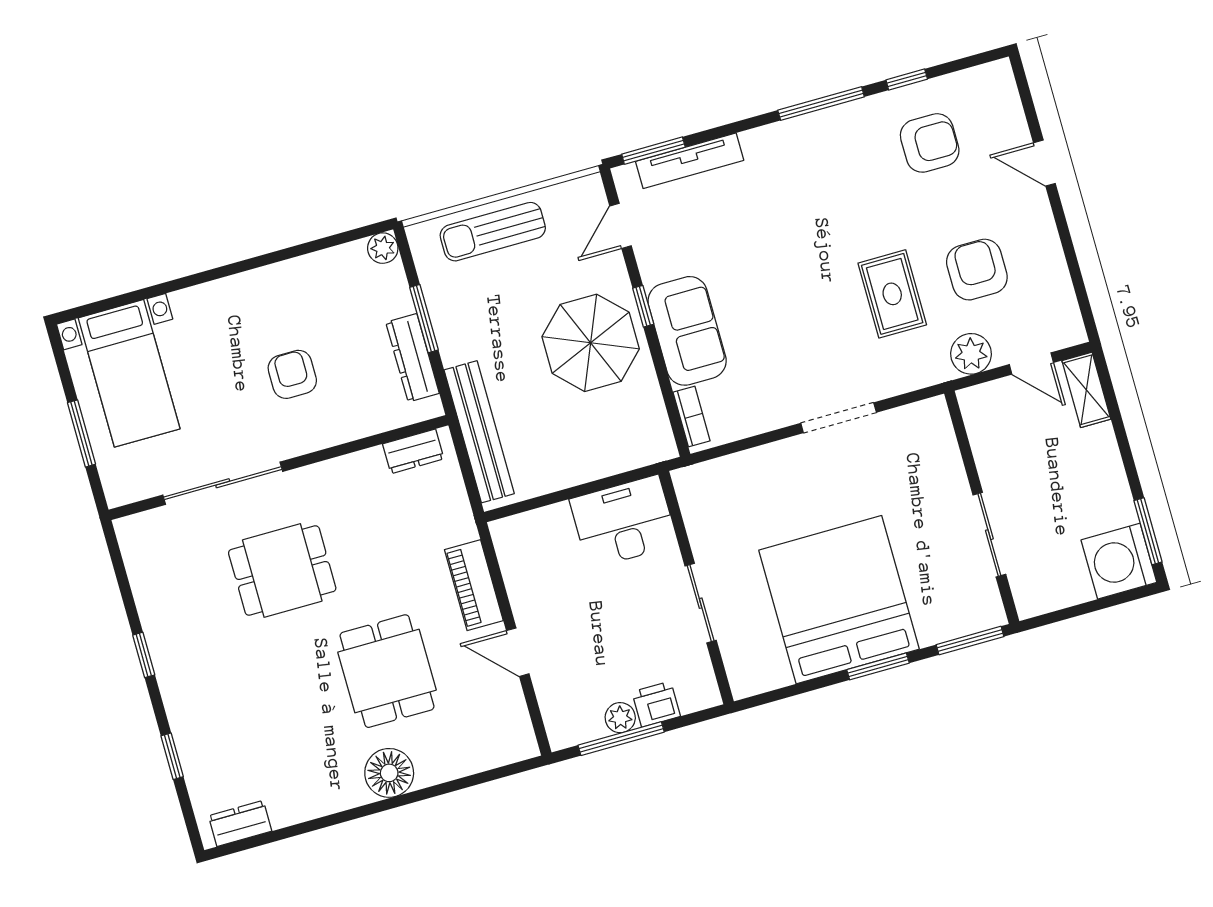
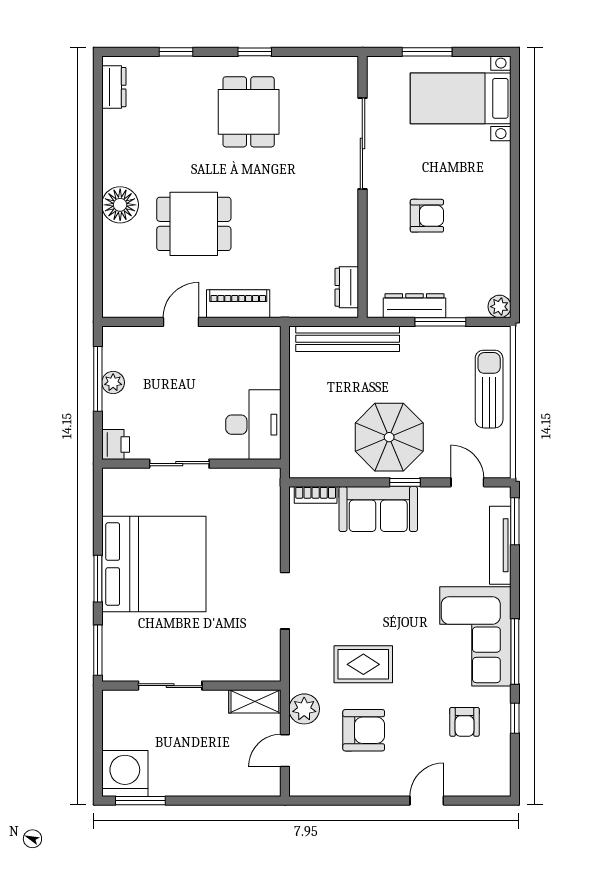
armchair: (930, 143) -> (464, 722), width x0.72, depth x0.72
corner sofa: (816, 160) -> (475, 636), added
shelving: (1086, 390) -> (255, 701), moved
dining table: (282, 571) -> (249, 112), moved
printer: (656, 704) -> (116, 444), moved

